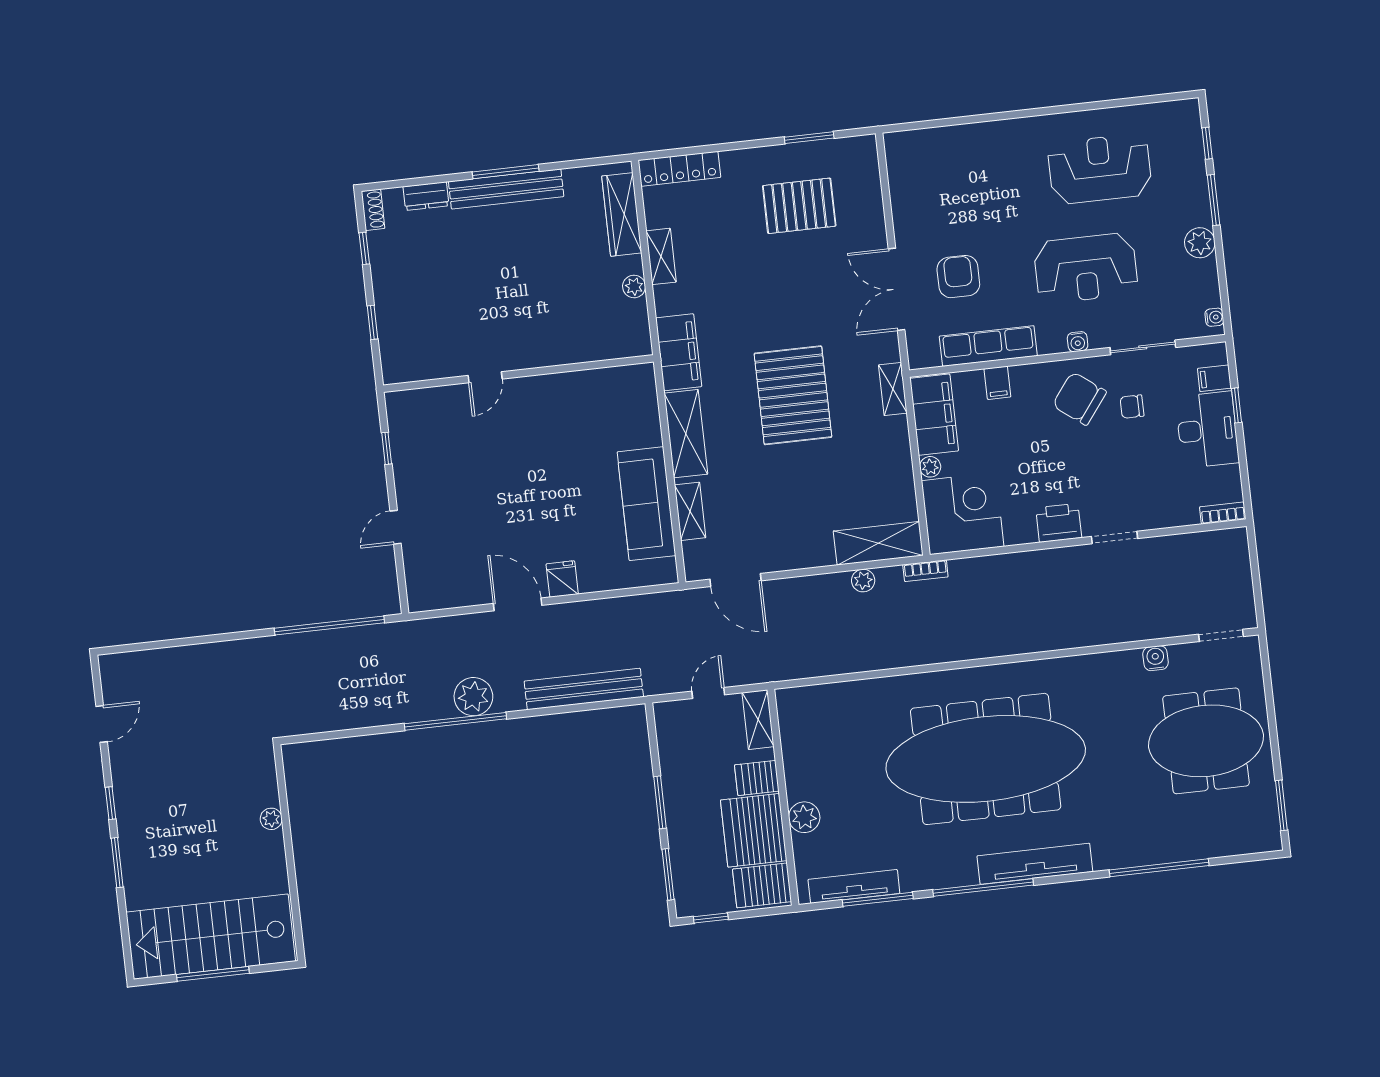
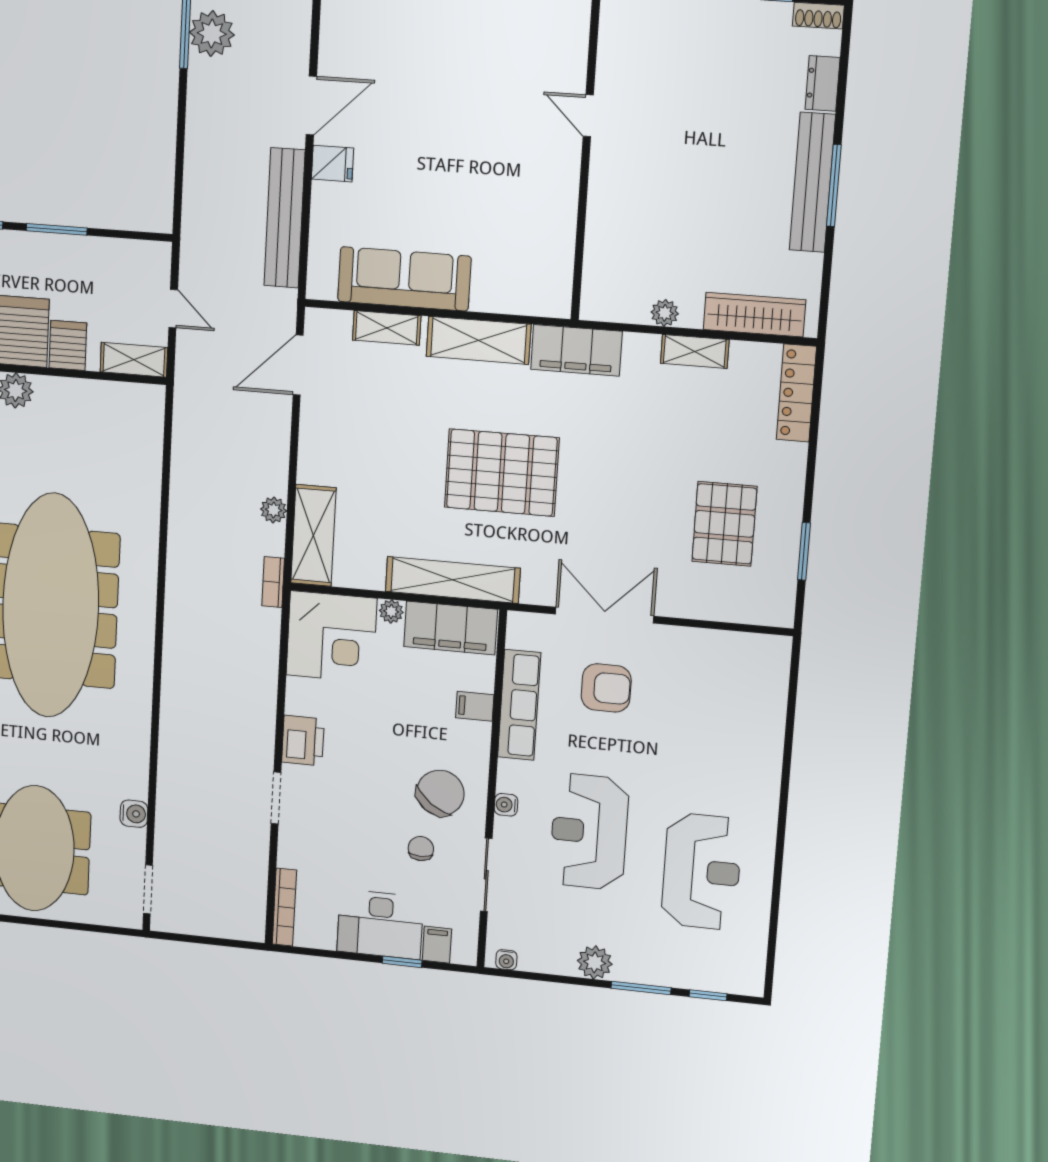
shelving: (893, 389) -> (453, 580), width x2.20, depth x1.33
bookcase: (1223, 513) -> (284, 907), width x1.56
bench: (584, 689) -> (285, 218), moved

